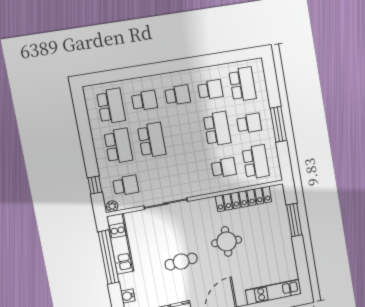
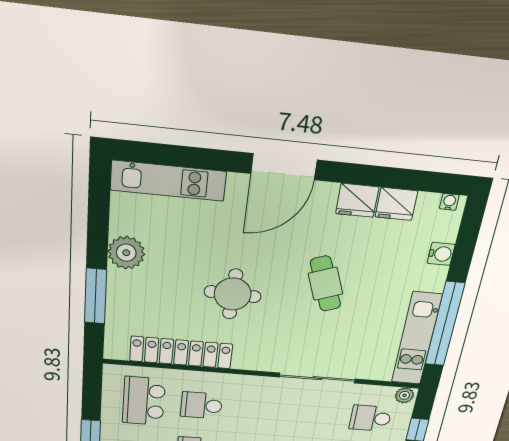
plant: (285, 249) -> (126, 253), added
cafe table: (181, 262) -> (325, 284), turned 75

